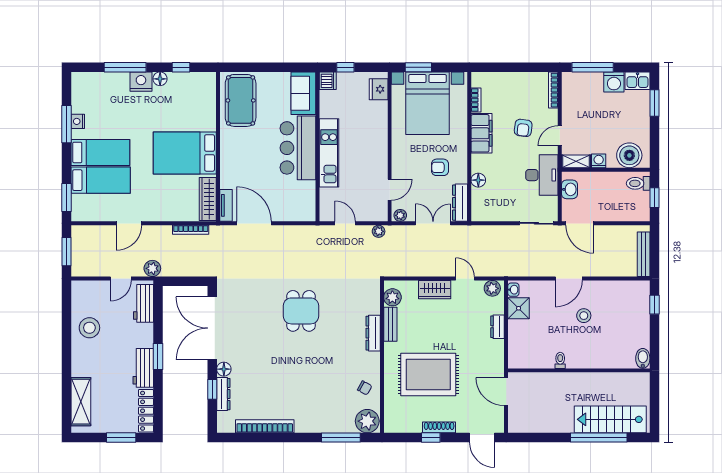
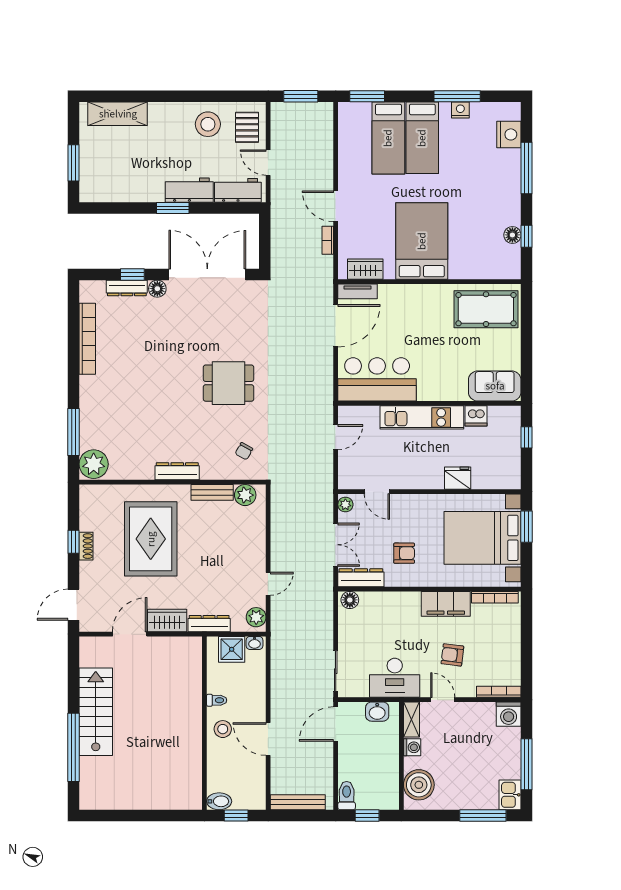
window: (593, 67) -> (527, 764), moved
floor lamp: (160, 79) -> (512, 235), moved
dishwasher: (328, 81) -> (476, 416), moved
nightstand: (141, 82) -> (509, 134), moved
washing machine: (614, 82) -> (509, 714), moved, turned -90
fridge: (379, 89) -> (458, 478), moved
bookcase: (476, 100) -> (495, 597), width x1.56
window: (654, 103) -> (483, 815), width x1.44
bar counter: (298, 148) -> (377, 379), moved
armchair: (440, 167) -> (404, 553), turned 90
floor lamp: (478, 180) -> (350, 600), moved
toilet: (638, 183) -> (347, 796), moved
wardrobe: (208, 199) -> (365, 269), width x0.67
door: (129, 223) -> (336, 206), moved
bookcase: (191, 230) -> (328, 240), width x0.64
plant: (379, 231) -> (326, 478), removed
plant: (152, 268) -> (280, 201), removed
door: (569, 278) -> (268, 739), moved
wardrobe: (435, 290) -> (167, 620), moved, turned 90
pallet: (92, 296) -> (247, 127), added
dresser: (498, 327) -> (209, 624), width x1.44
dresser: (373, 333) -> (177, 471), moved
bidet: (643, 358) -> (219, 801), moved
toilet: (560, 360) -> (217, 700), moved
workbench: (143, 368) -> (189, 190), moved
wall: (579, 370) -> (204, 723), moved
chair: (365, 388) -> (244, 451), moved
locker: (146, 411) -> (106, 193), removed
stairs: (610, 419) -> (96, 712), moved
shoe rack: (439, 427) -> (86, 546), width x0.70

